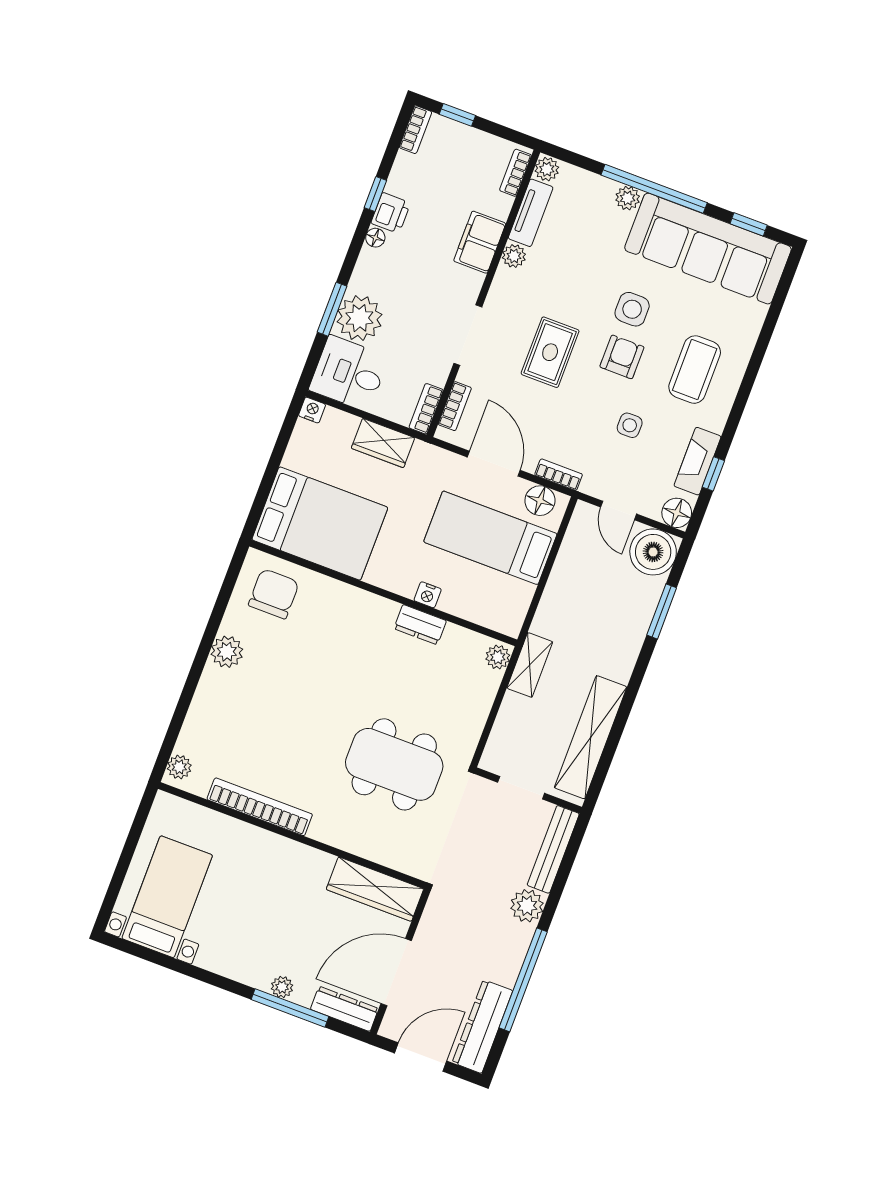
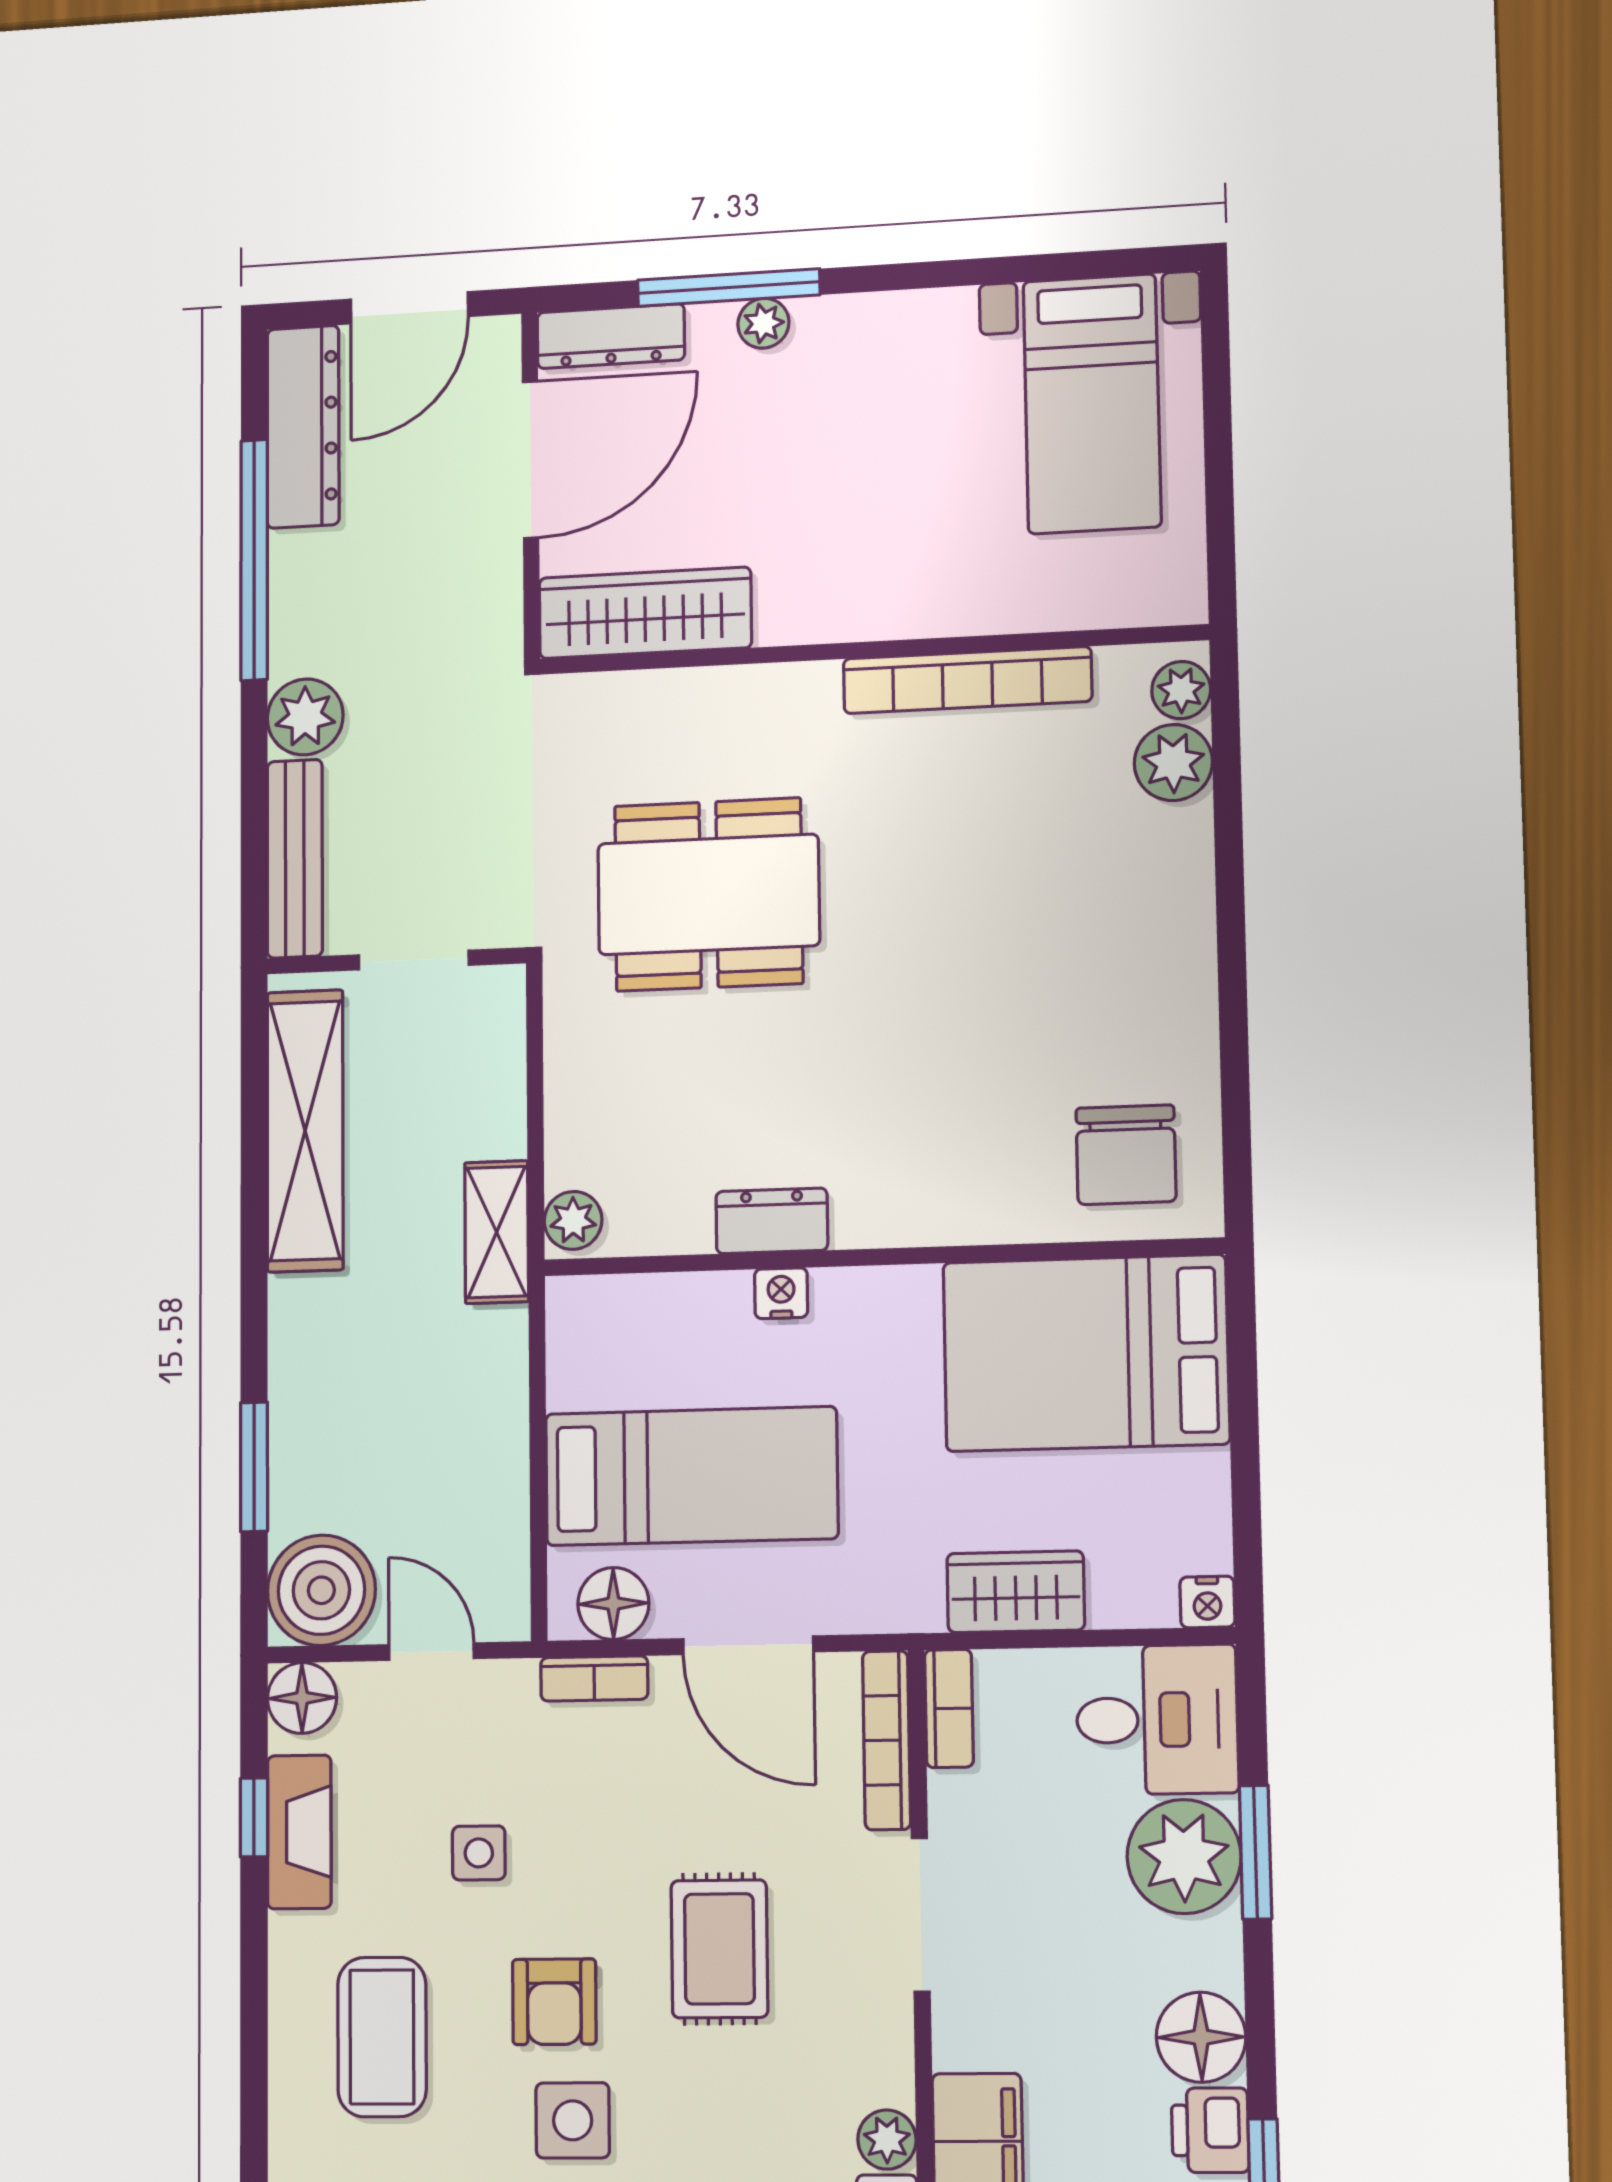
floor lamp: (375, 238) -> (1201, 2037), width x1.89, depth x1.89
bookcase: (455, 406) -> (886, 1740), width x1.56
plant: (227, 652) -> (1173, 762), moved

